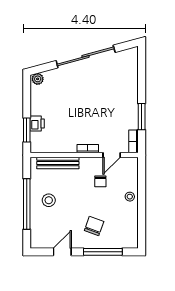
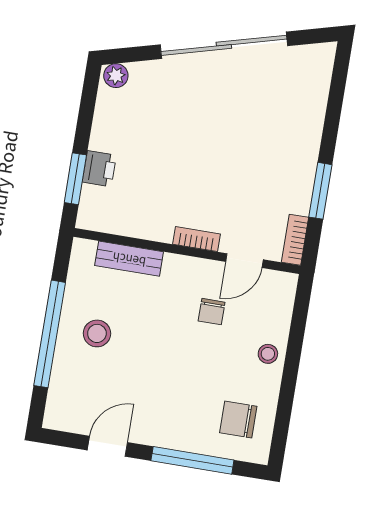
bench: (58, 163) -> (129, 259), width x0.73
chair: (94, 226) -> (238, 419), moved, turned -110

